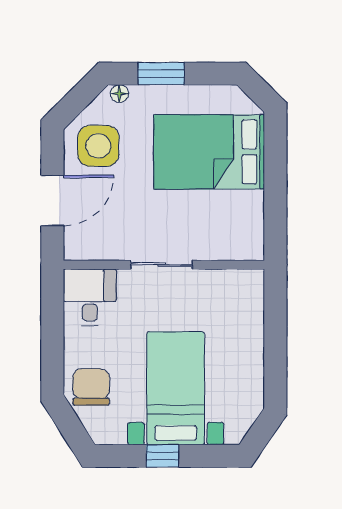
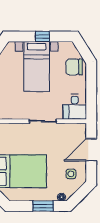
side table: (98, 146) -> (71, 174), width x0.54, depth x0.54
chair: (91, 387) -> (74, 67), turned 90

